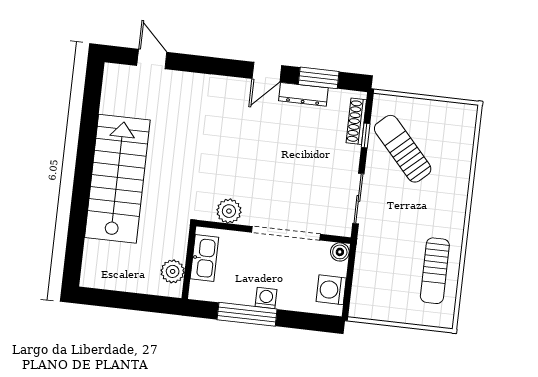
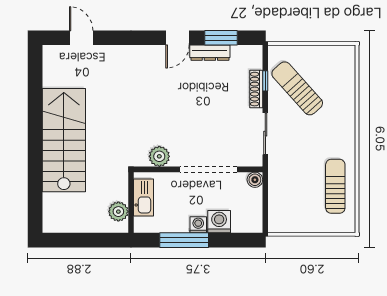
shoe rack: (356, 121) -> (256, 89), moved
sun lounger: (435, 271) -> (335, 186), turned 180
washing machine: (331, 290) -> (219, 222), moved, turned 90

